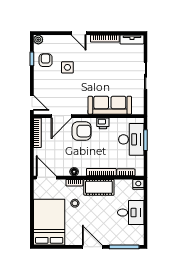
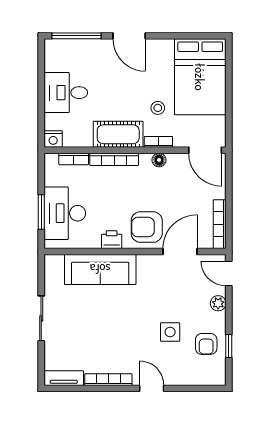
plant: (38, 40) -> (218, 303), moved

